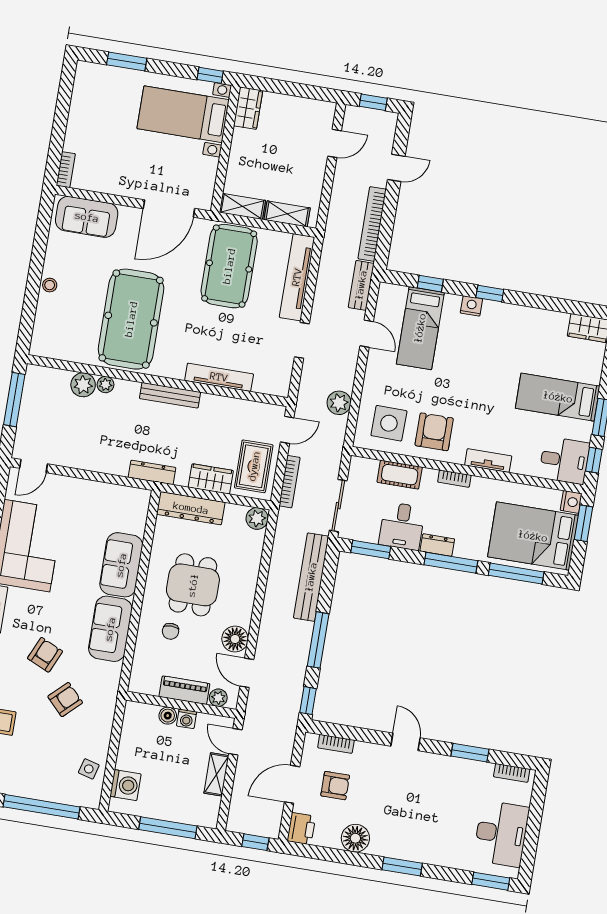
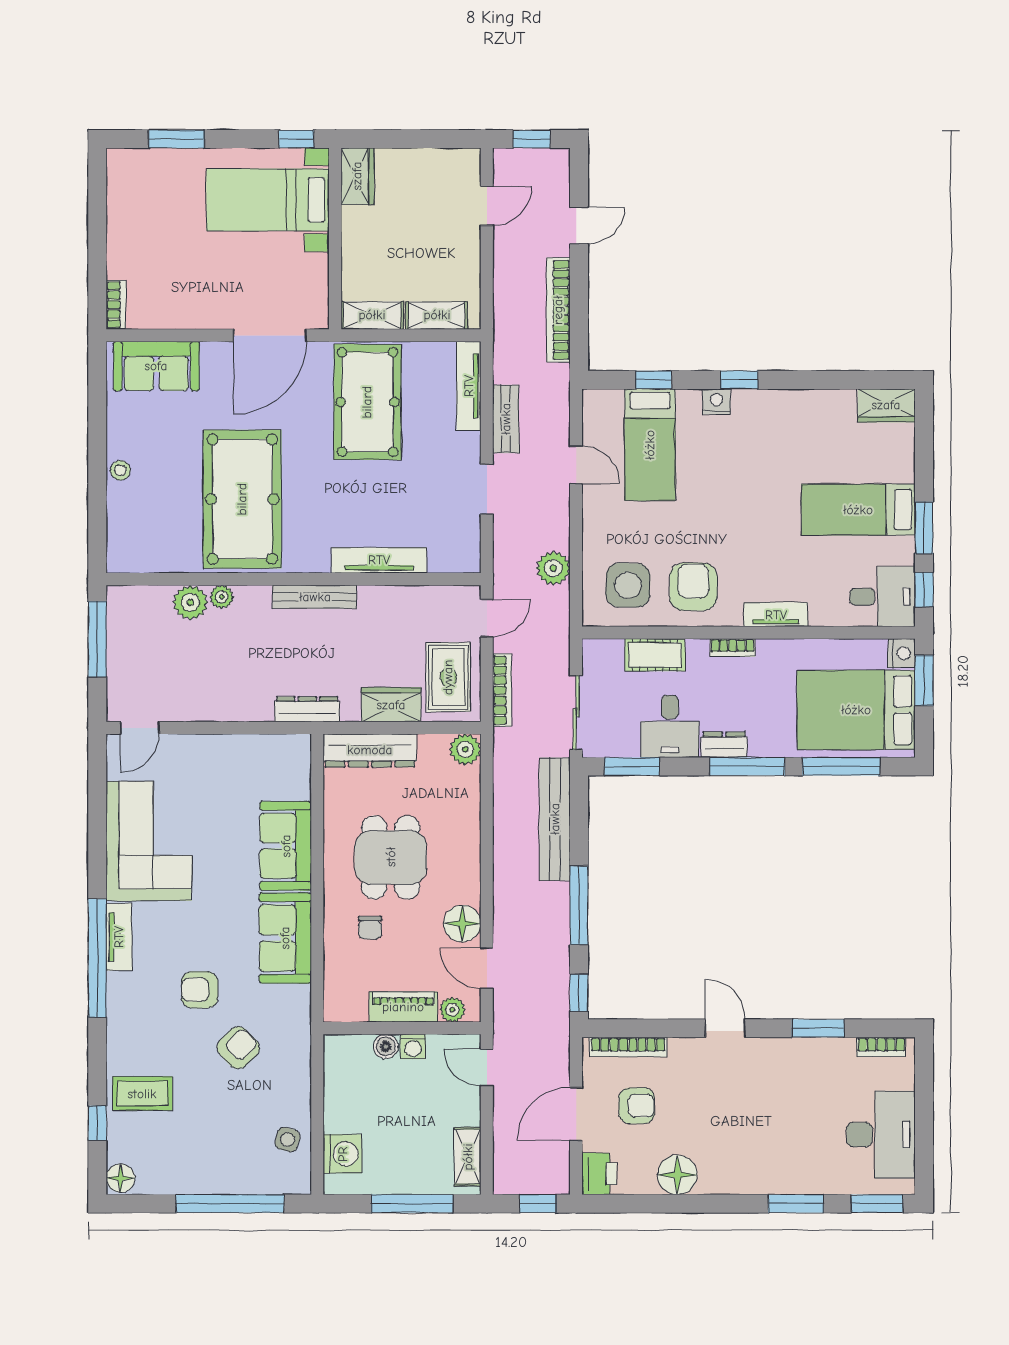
tv unit: (297, 277) -> (469, 386), width x0.73, depth x0.78
bench: (361, 285) -> (506, 419), moved
armchair: (45, 655) -> (200, 990), turned -114
bookcase: (336, 744) -> (628, 1047), width x1.56
shelving: (216, 774) -> (468, 1157), moved
window: (402, 867) -> (796, 1204), moved

